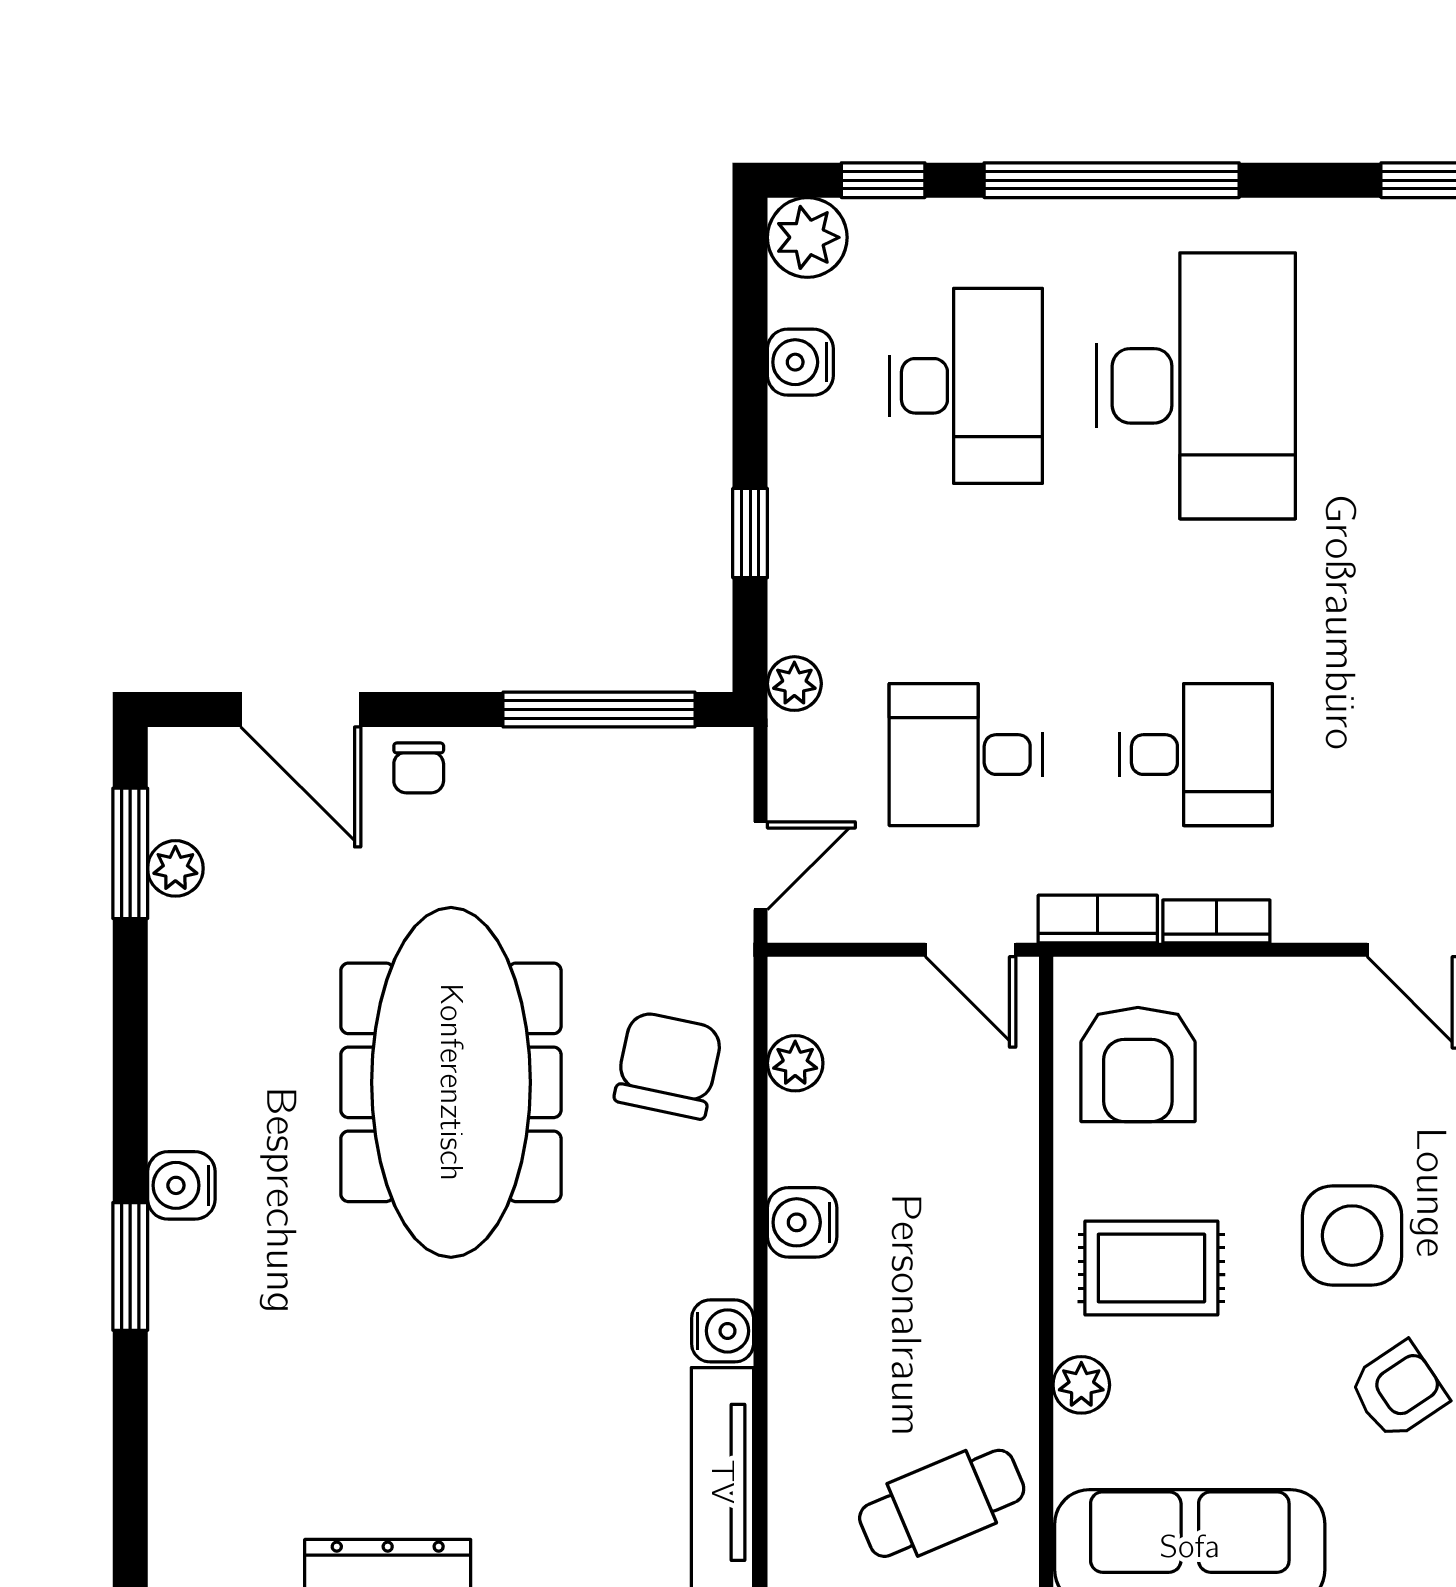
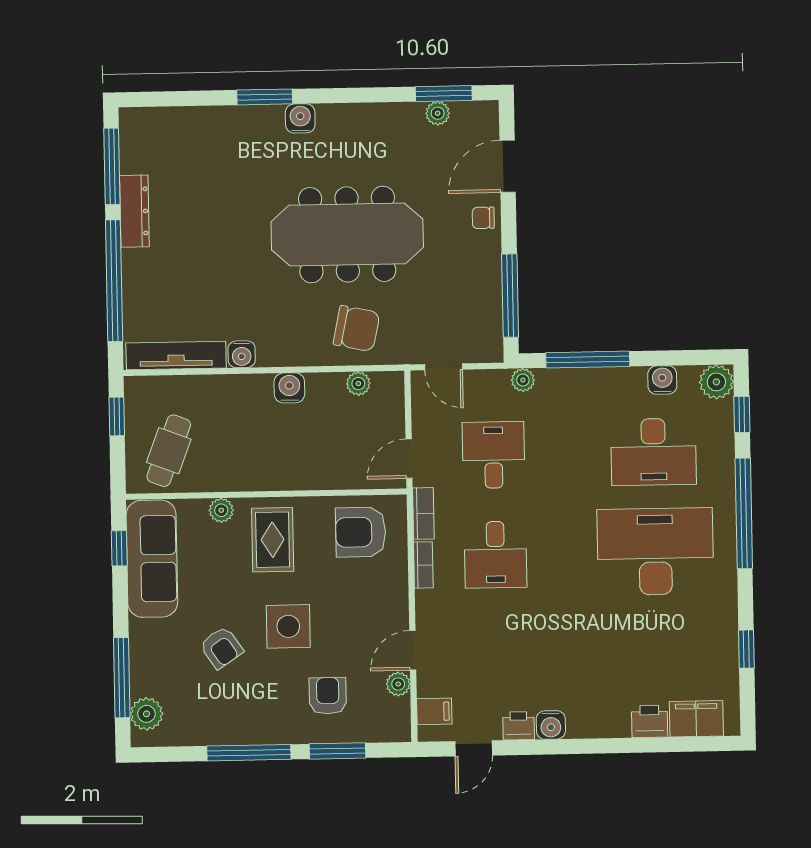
desk: (1196, 386) -> (655, 552), turned 180
window: (750, 533) -> (588, 360), width x2.17
cafe table: (942, 1503) -> (169, 451), turned 44

